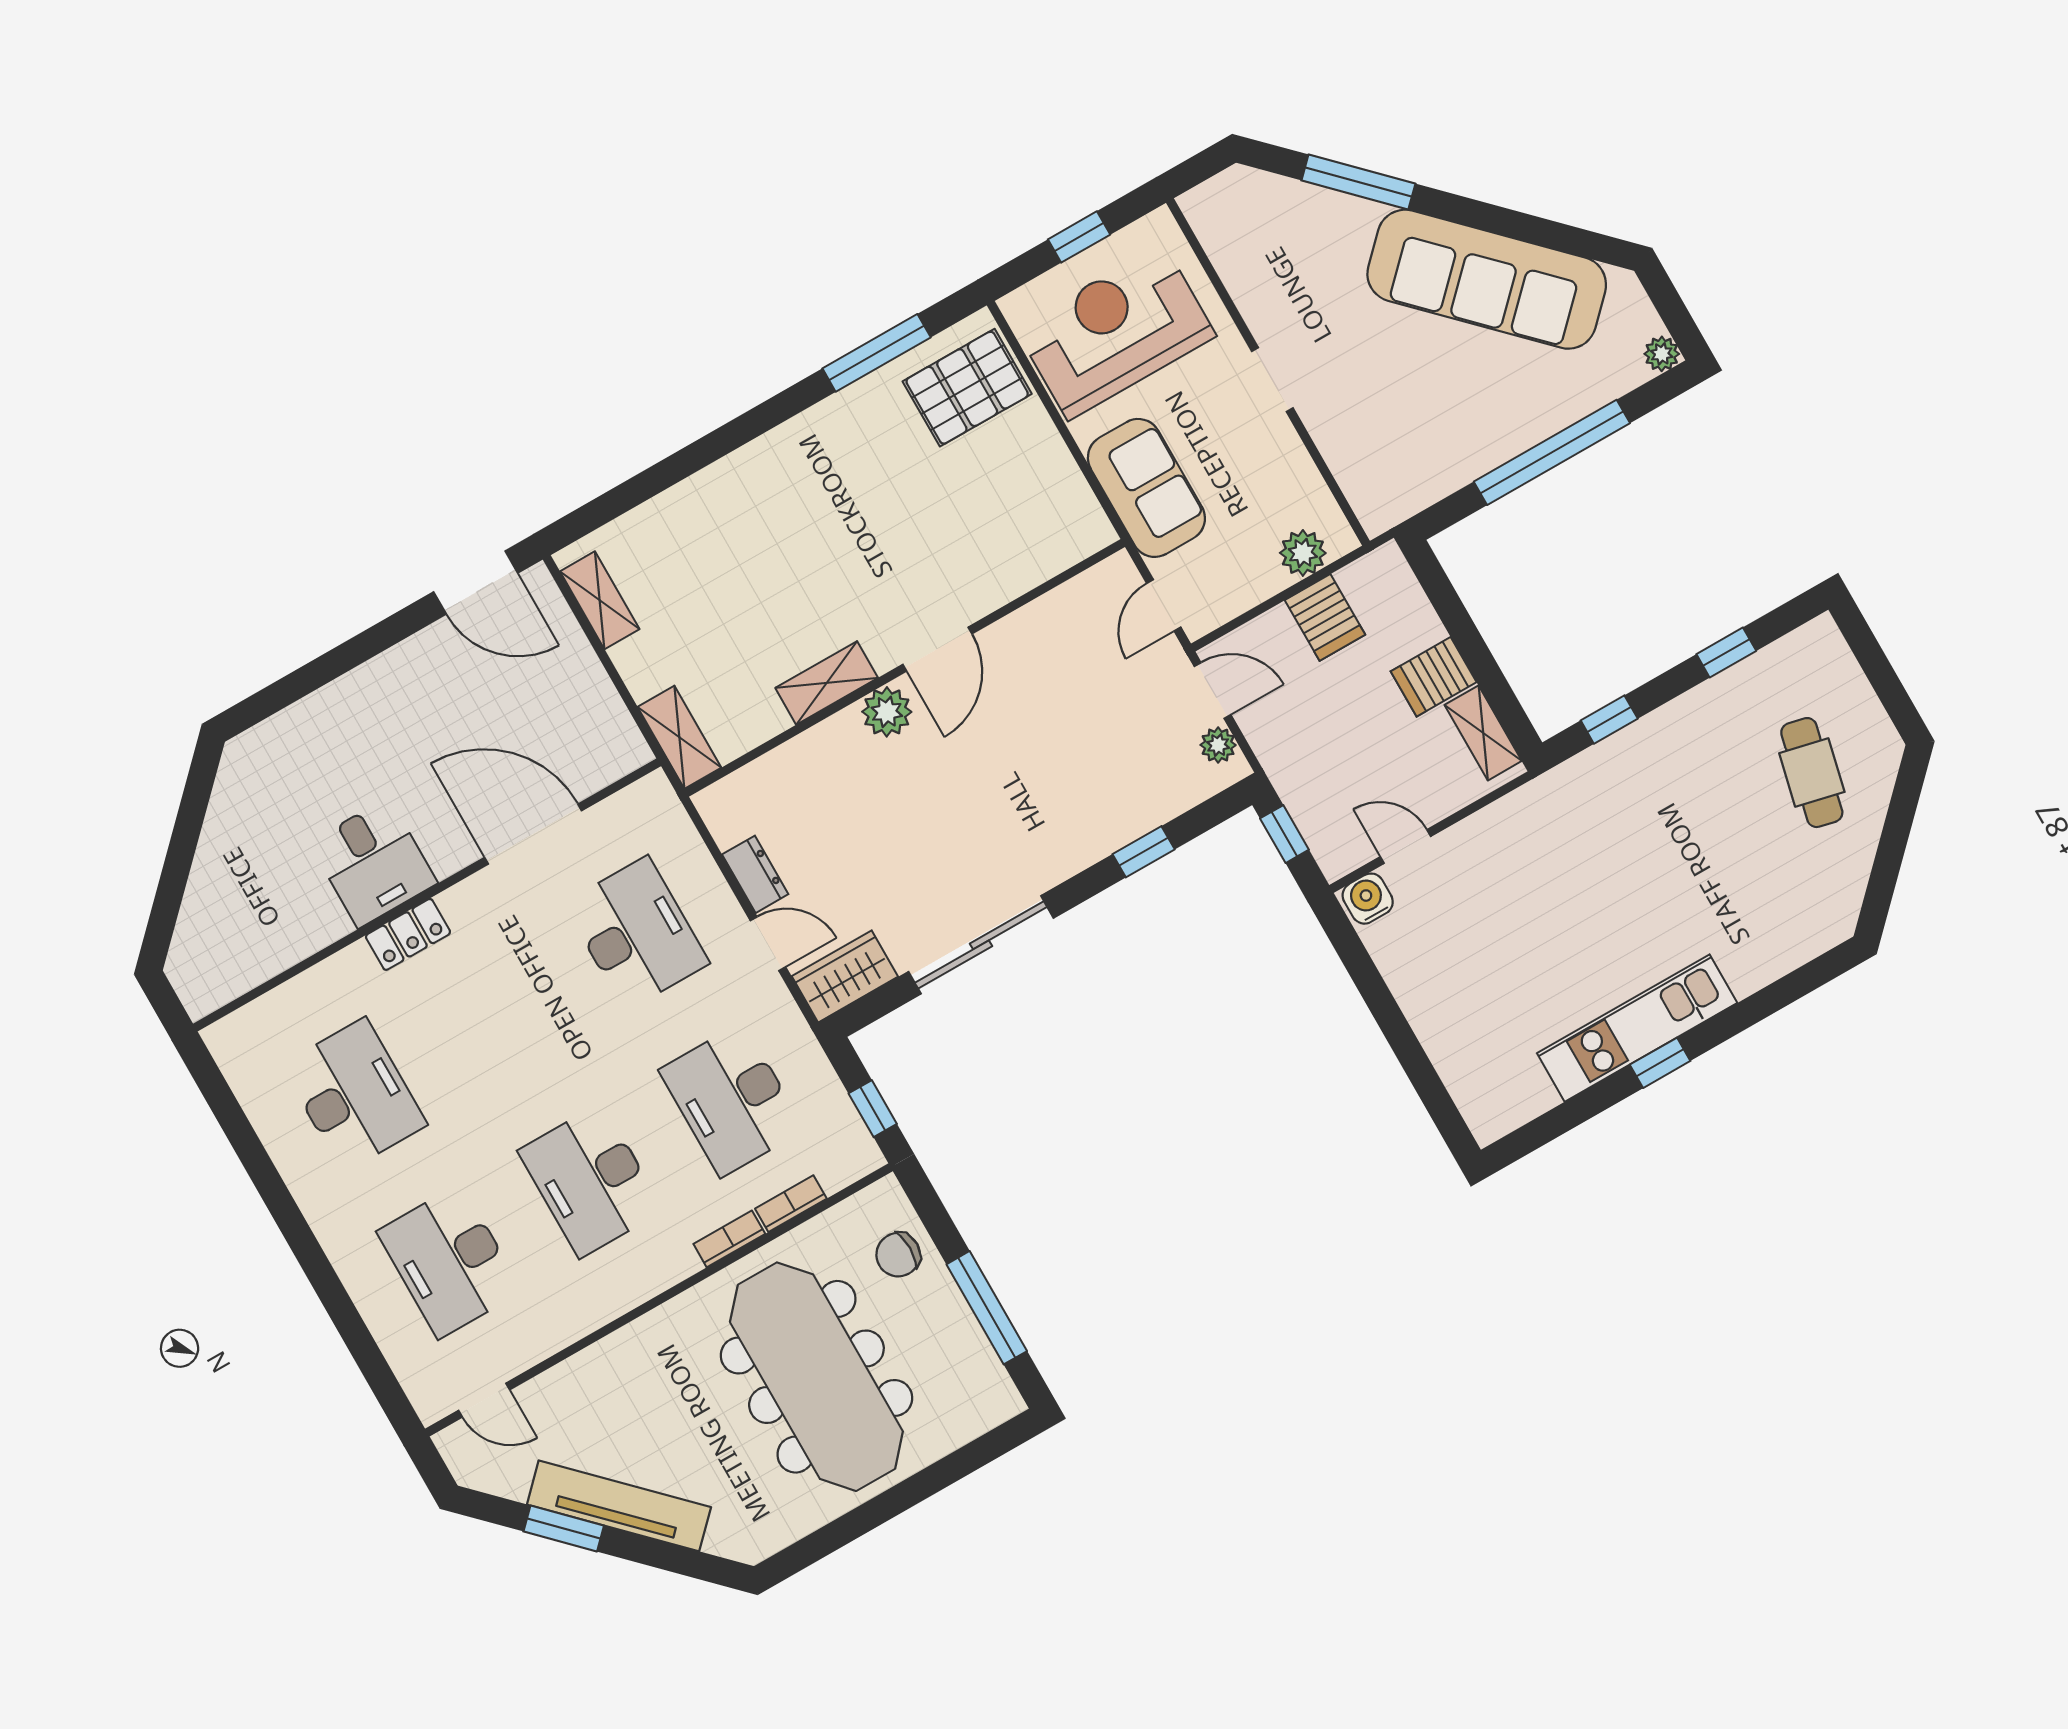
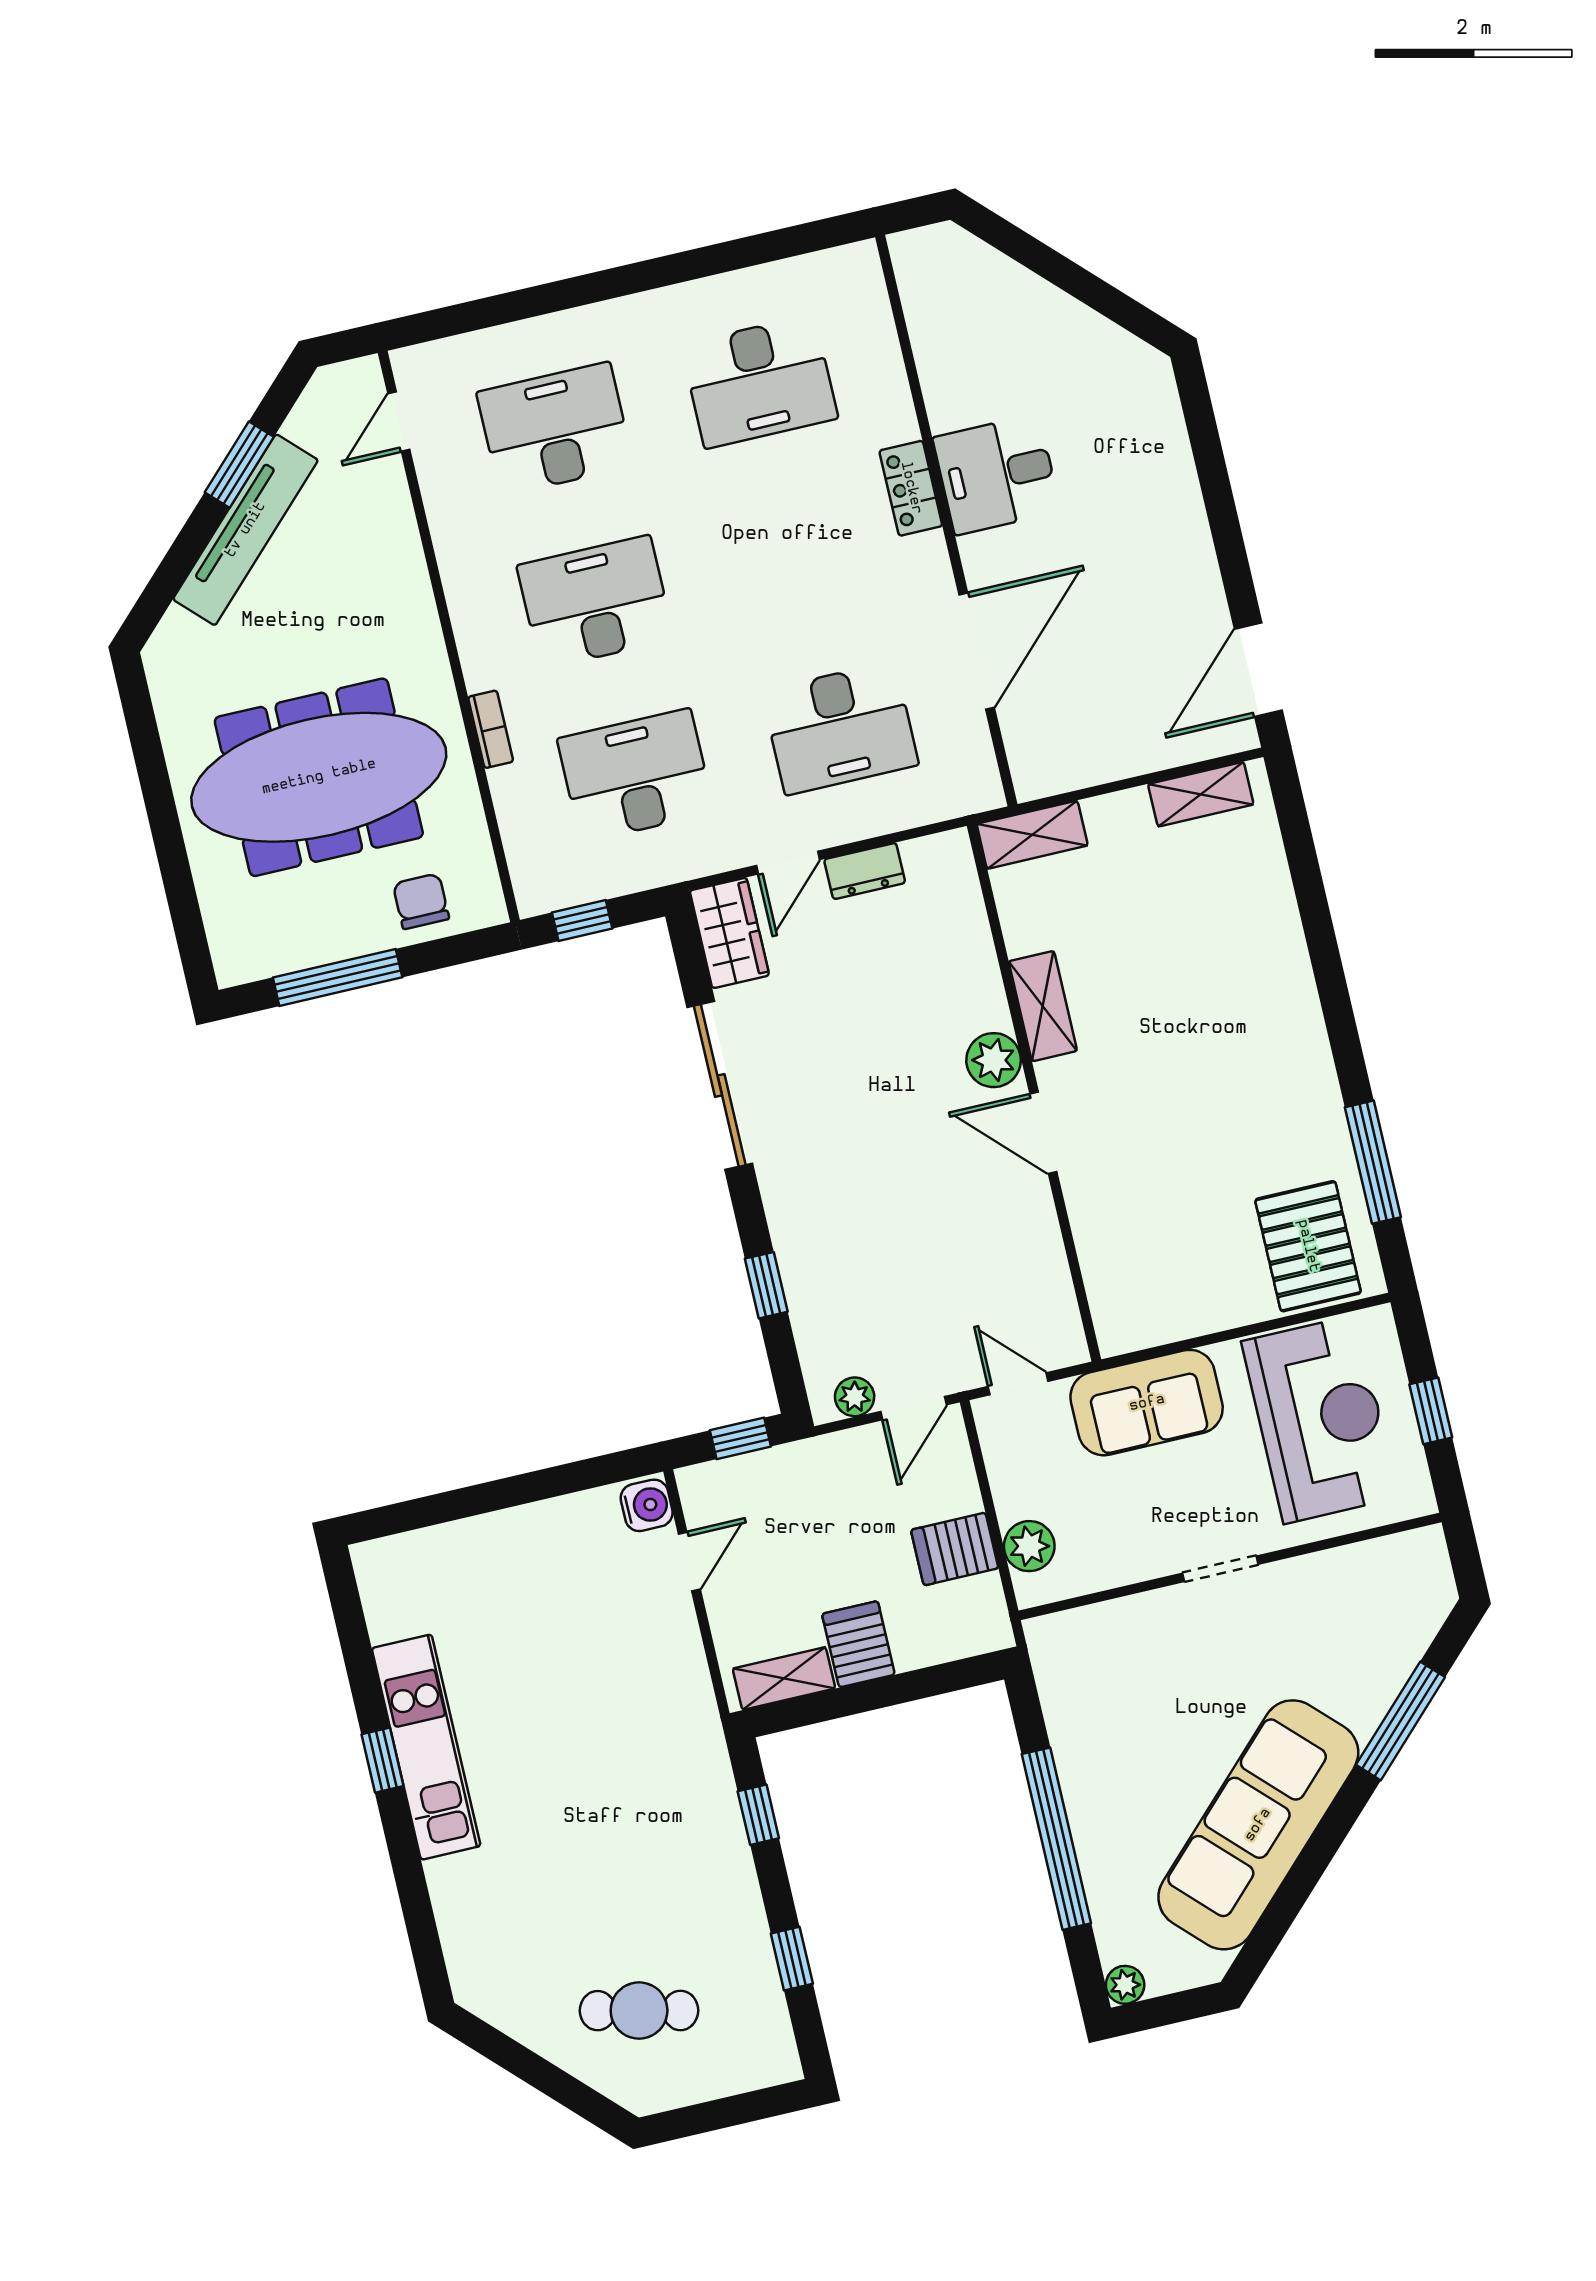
bookcase: (791, 1204) -> (508, 805), removed

